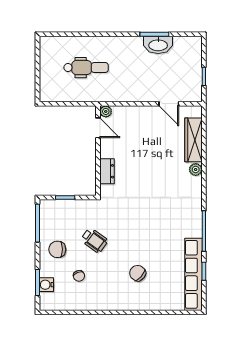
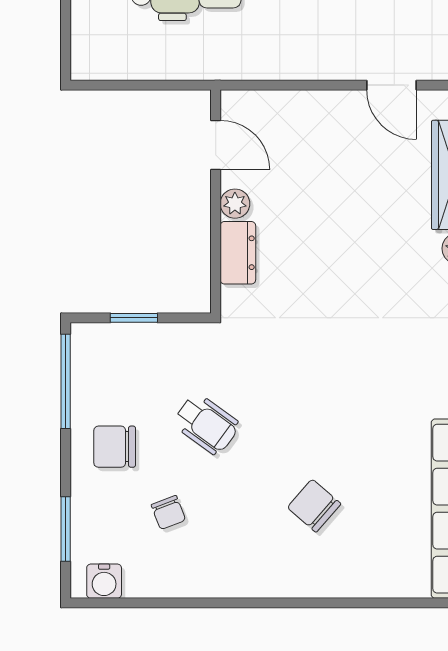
plant: (106, 111) -> (235, 204), moved
water cooler: (46, 285) -> (104, 581), moved, turned -90

